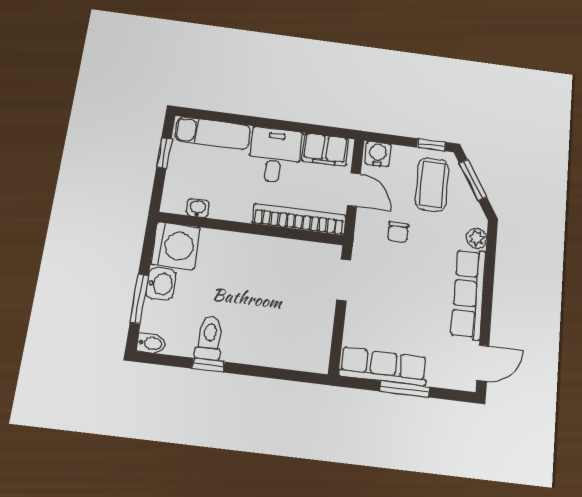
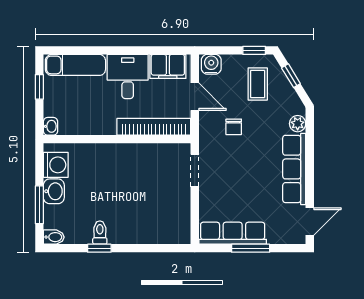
window: (473, 180) -> (291, 76), width x0.67
coffee table: (432, 185) -> (258, 84), width x0.73, depth x0.77
washbasin: (198, 208) -> (51, 126), moved, turned 90
washing machine: (176, 246) -> (56, 165), width x0.73, depth x0.73
toilet: (210, 338) -> (100, 232), width x0.73, depth x0.72

